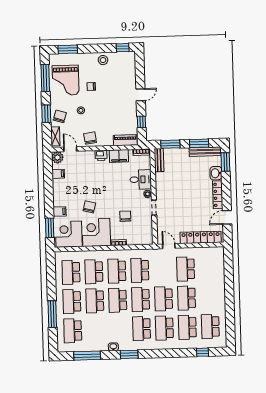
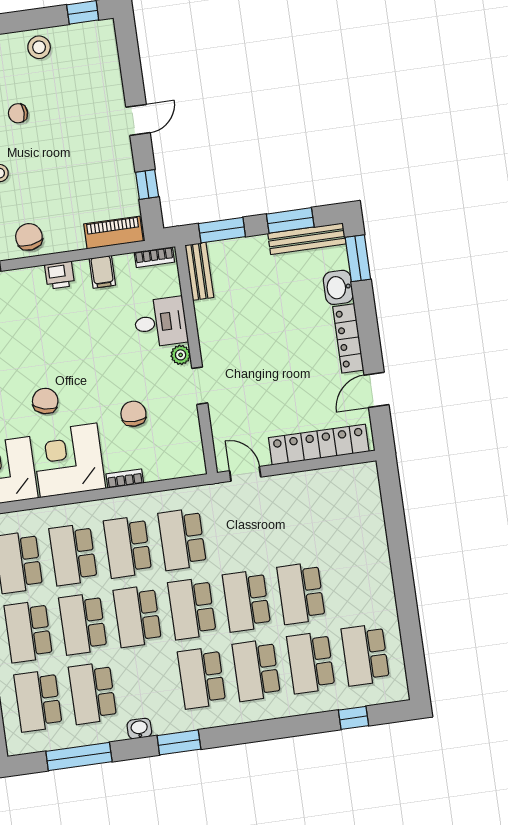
filing cabinet: (119, 156) -> (102, 272), width x0.50
school desk: (186, 269) -> (93, 693), moved

